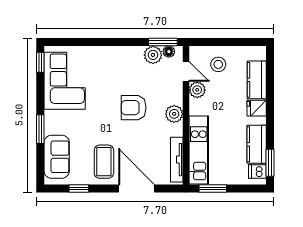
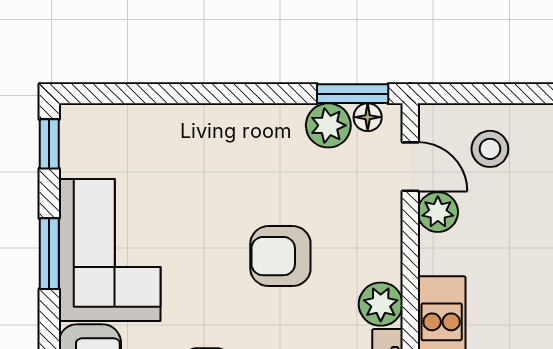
corner sofa: (65, 81) -> (110, 250), moved
plant: (174, 114) -> (381, 304), moved
window: (40, 129) -> (49, 254), moved

